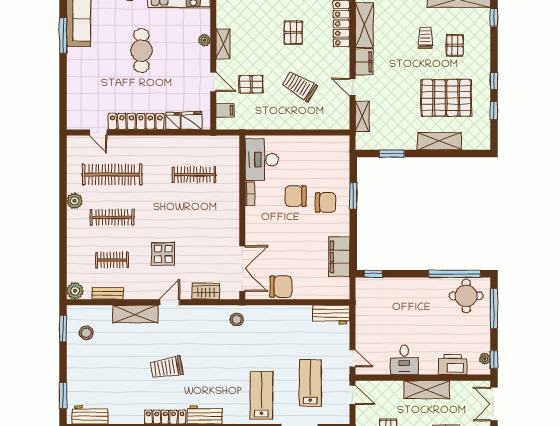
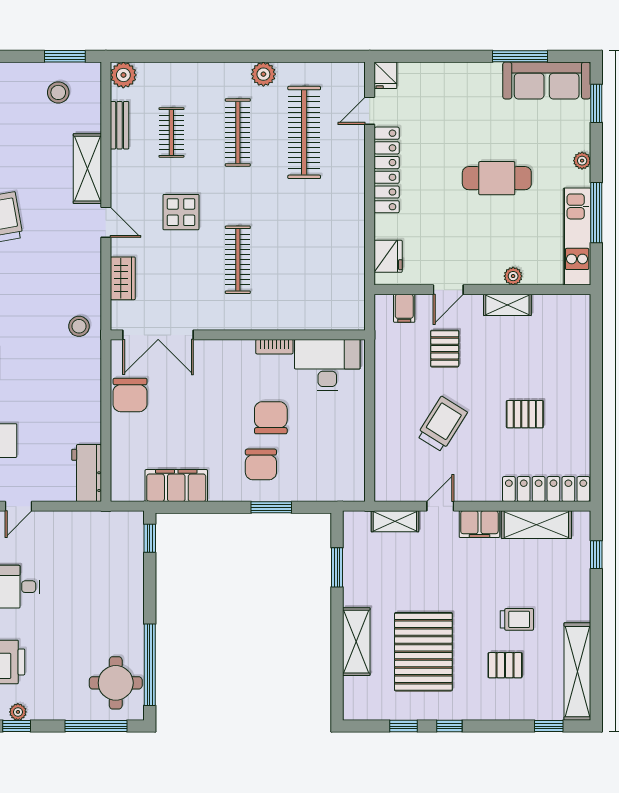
fridge: (173, 121) -> (385, 75), moved, turned 90
clothes rail: (194, 175) -> (238, 260), moved

